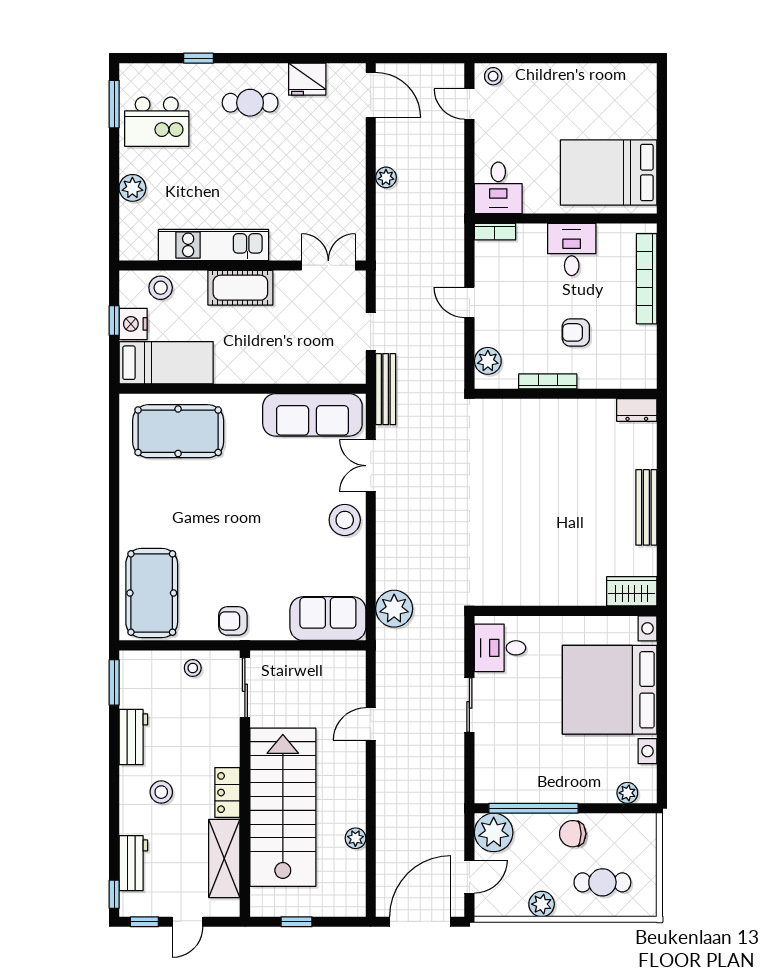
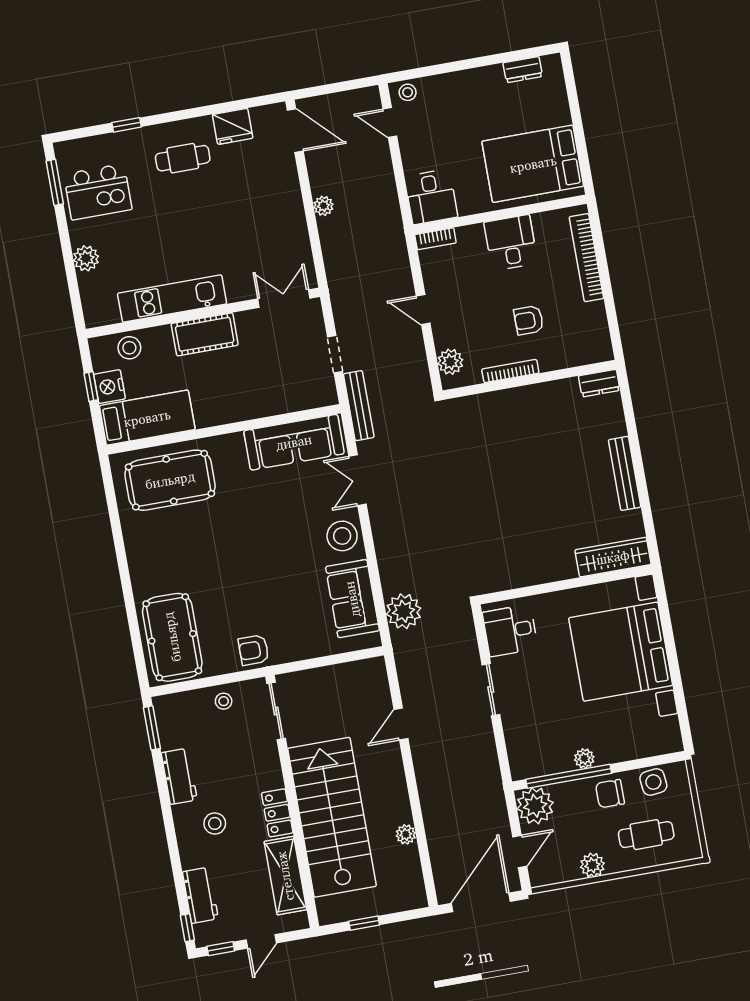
dresser: (616, 74) -> (523, 70), added
wardrobe: (632, 591) -> (613, 557), width x1.50
sofa: (328, 619) -> (352, 599), moved, turned -90
plant: (627, 793) -> (584, 758), moved
side table: (619, 830) -> (653, 782), added

